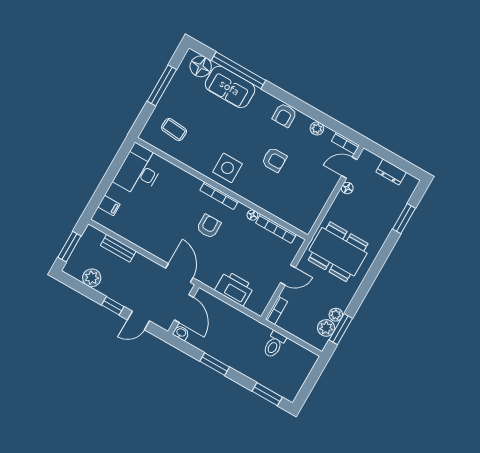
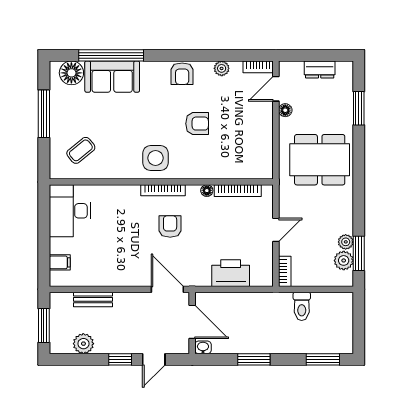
coffee table: (174, 129) -> (81, 150), turned -44
dining table: (338, 252) -> (320, 160), moved

